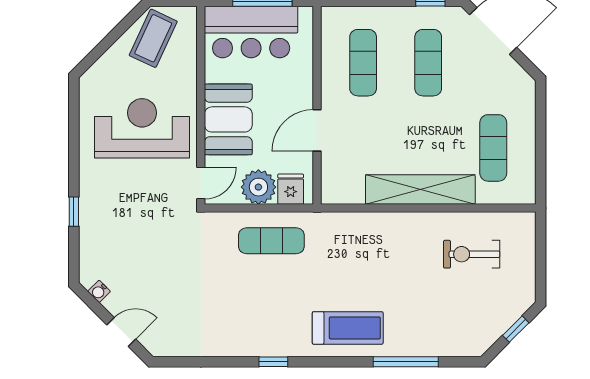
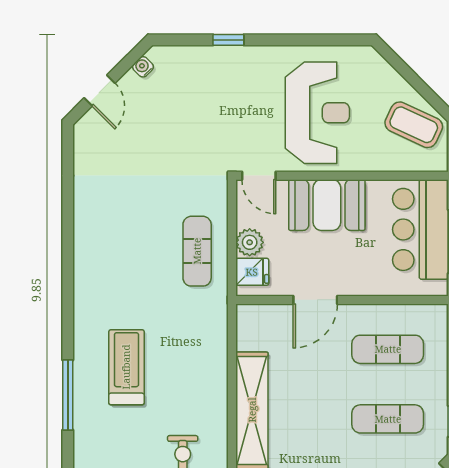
door: (317, 130) -> (315, 300), swing flipped
plant: (258, 187) -> (250, 242), width x0.73, depth x0.73
treadmill: (348, 328) -> (126, 367), moved, turned 180
window: (273, 362) -> (68, 253), removed

